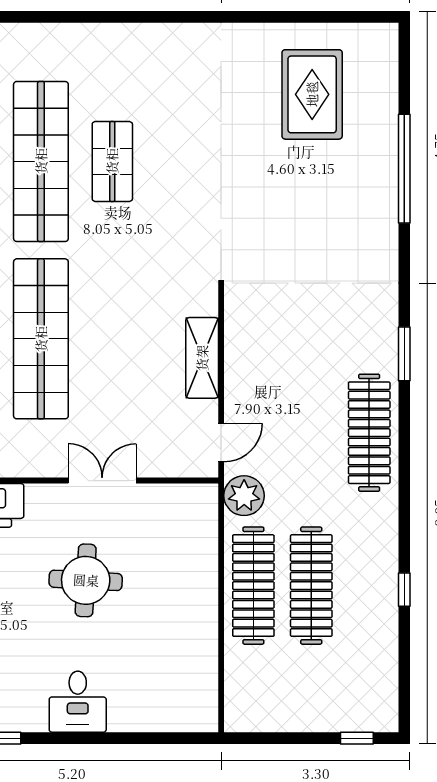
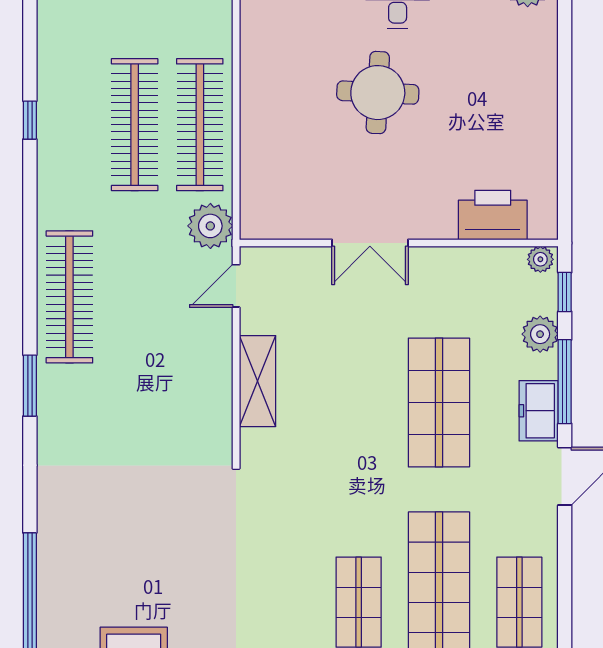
shop shelf: (41, 339) -> (439, 403), width x0.71
round table: (86, 580) -> (378, 93), moved

